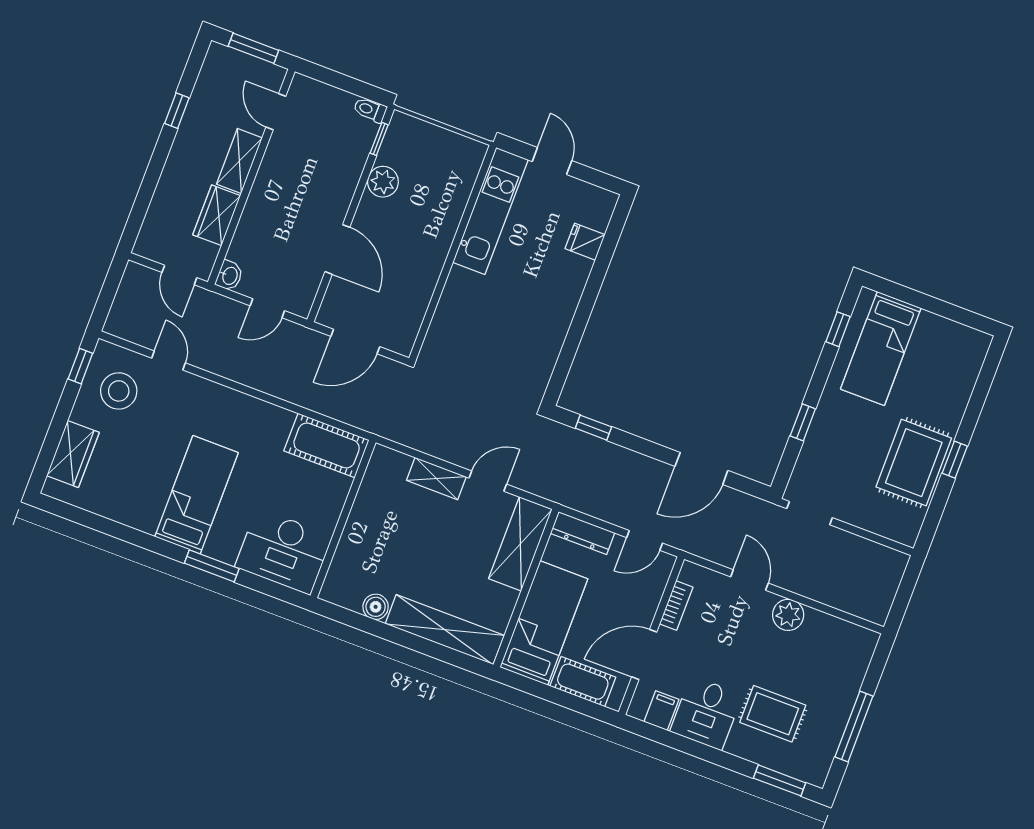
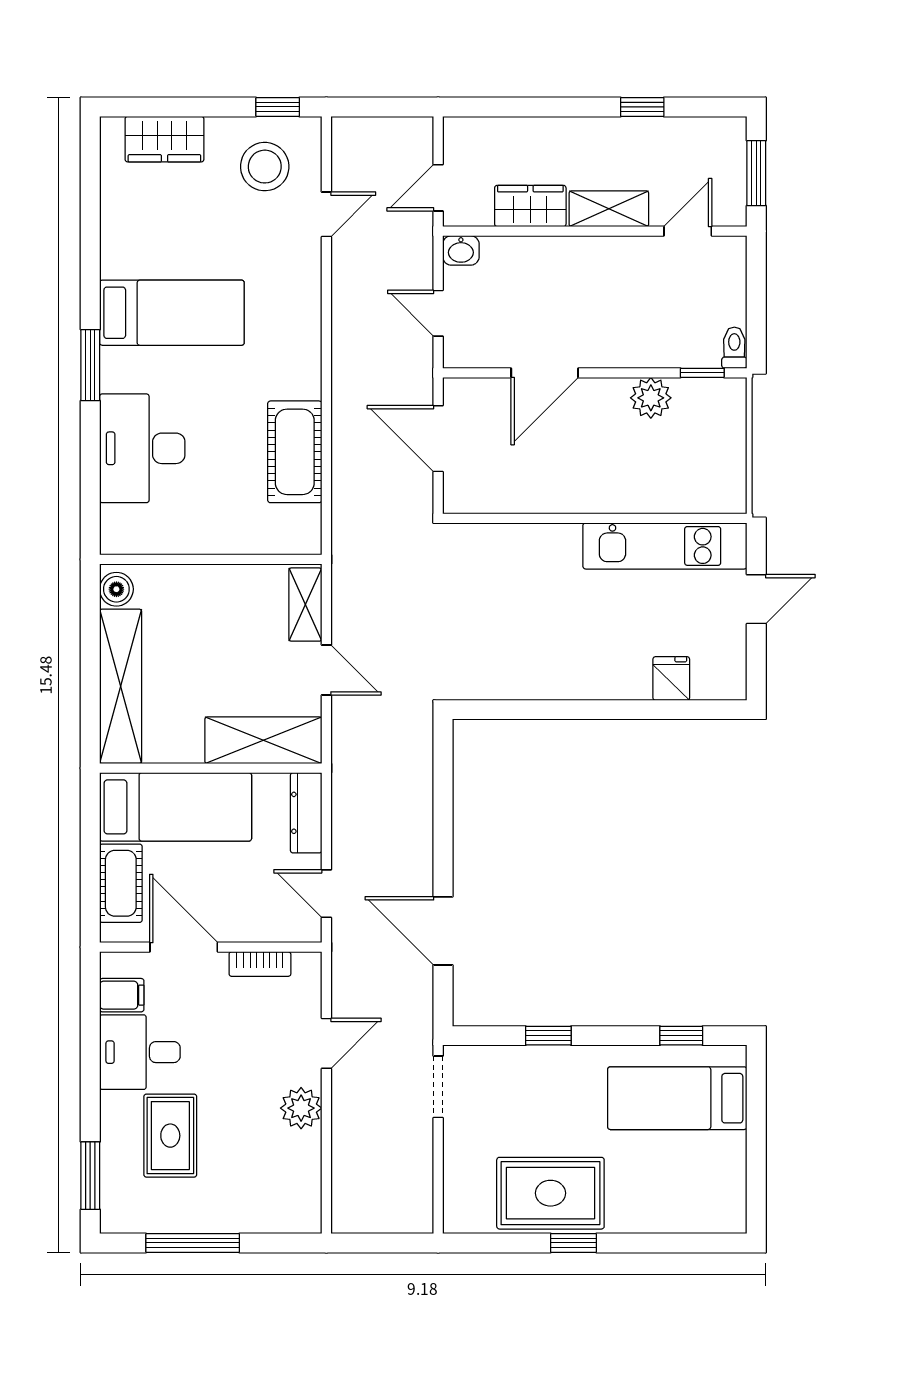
window: (593, 428) -> (443, 777), removed
wall: (343, 519) -> (211, 559), moved

